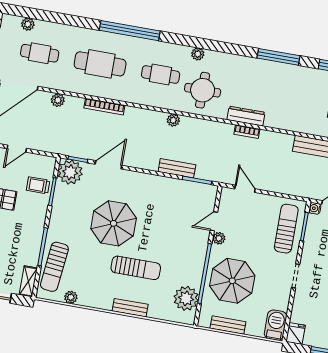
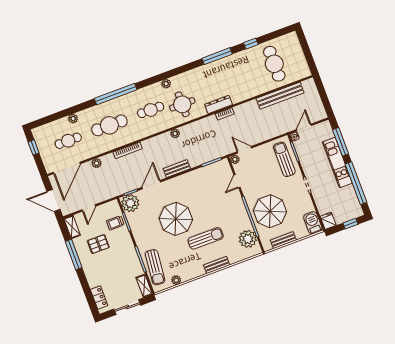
plant: (28, 24) -> (73, 119), moved
bench: (177, 168) -> (177, 169), moved
plant: (219, 238) -> (235, 159), moved

